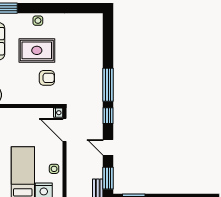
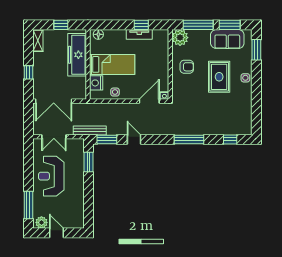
armchair: (47, 78) -> (187, 67), moved, turned -90
window: (108, 116) -> (230, 139), moved
door: (108, 147) -> (134, 139), hinge flipped

